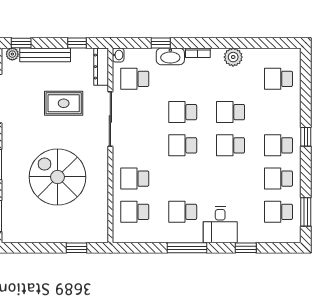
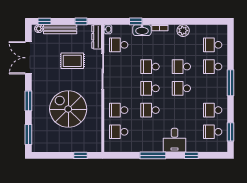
window: (306, 137) -> (231, 83), width x2.17
school desk: (278, 145) -> (213, 67), moved
school desk: (183, 212) -> (150, 110), moved

